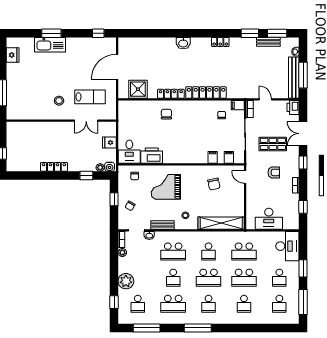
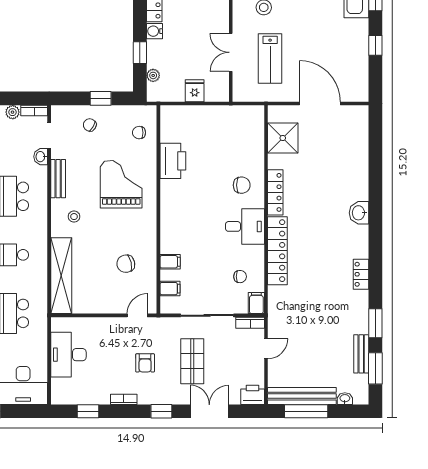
window: (98, 33) -> (375, 45), moved
desk: (129, 152) -> (245, 226), moved, turned 180
water cooler: (110, 167) -> (154, 31), moved

